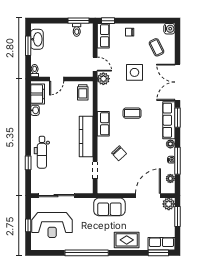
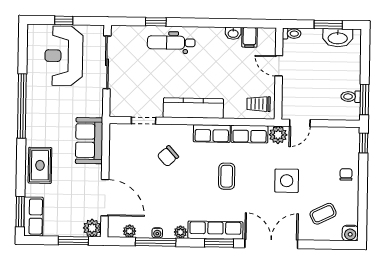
row of seats: (103, 36) -> (250, 134), moved
filing cabinet: (38, 94) -> (249, 37), width x0.50

